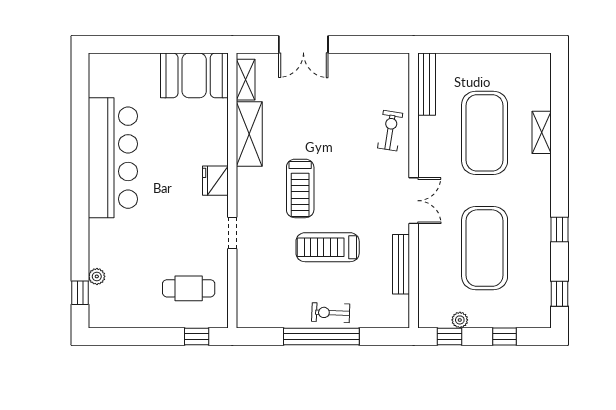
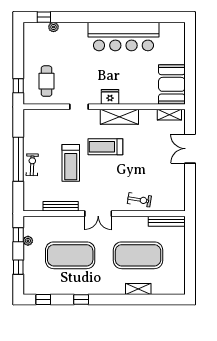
shelving: (249, 134) -> (119, 117), moved
treadmill: (328, 247) -> (71, 163), turned 180

